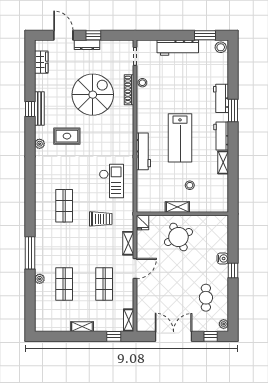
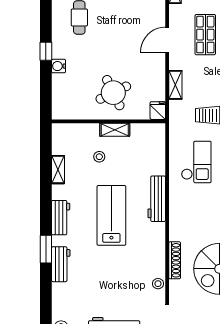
shoe rack: (129, 90) -> (175, 260), moved
shelving: (223, 162) -> (58, 170), moved
checkout: (111, 181) -> (196, 162), turned 180
door: (135, 268) -> (167, 40), moved

